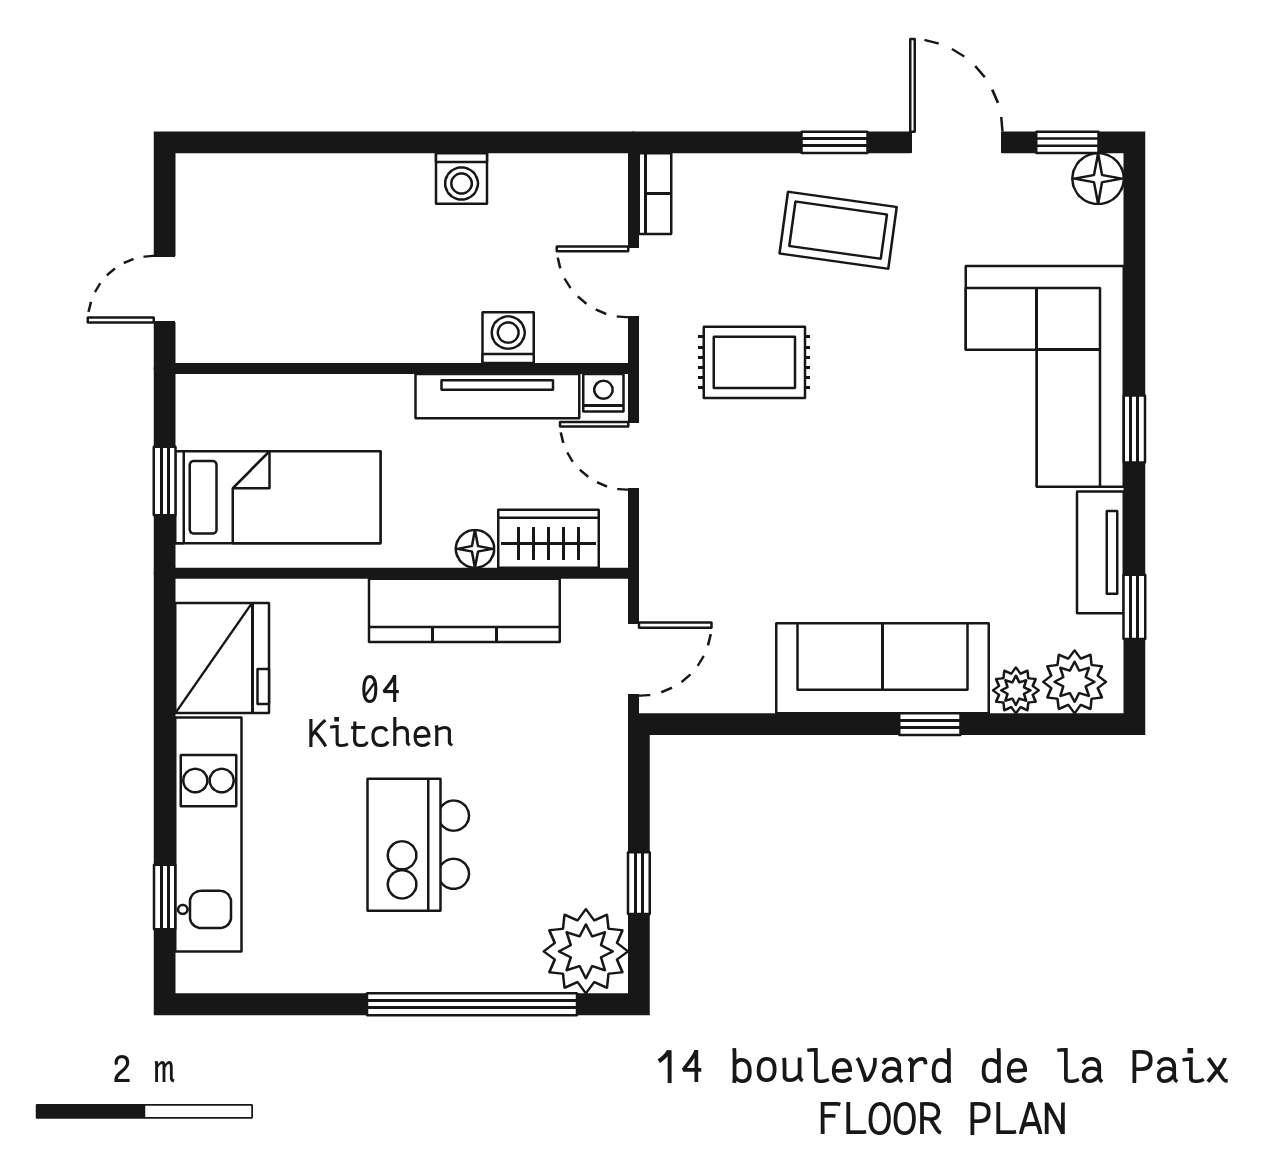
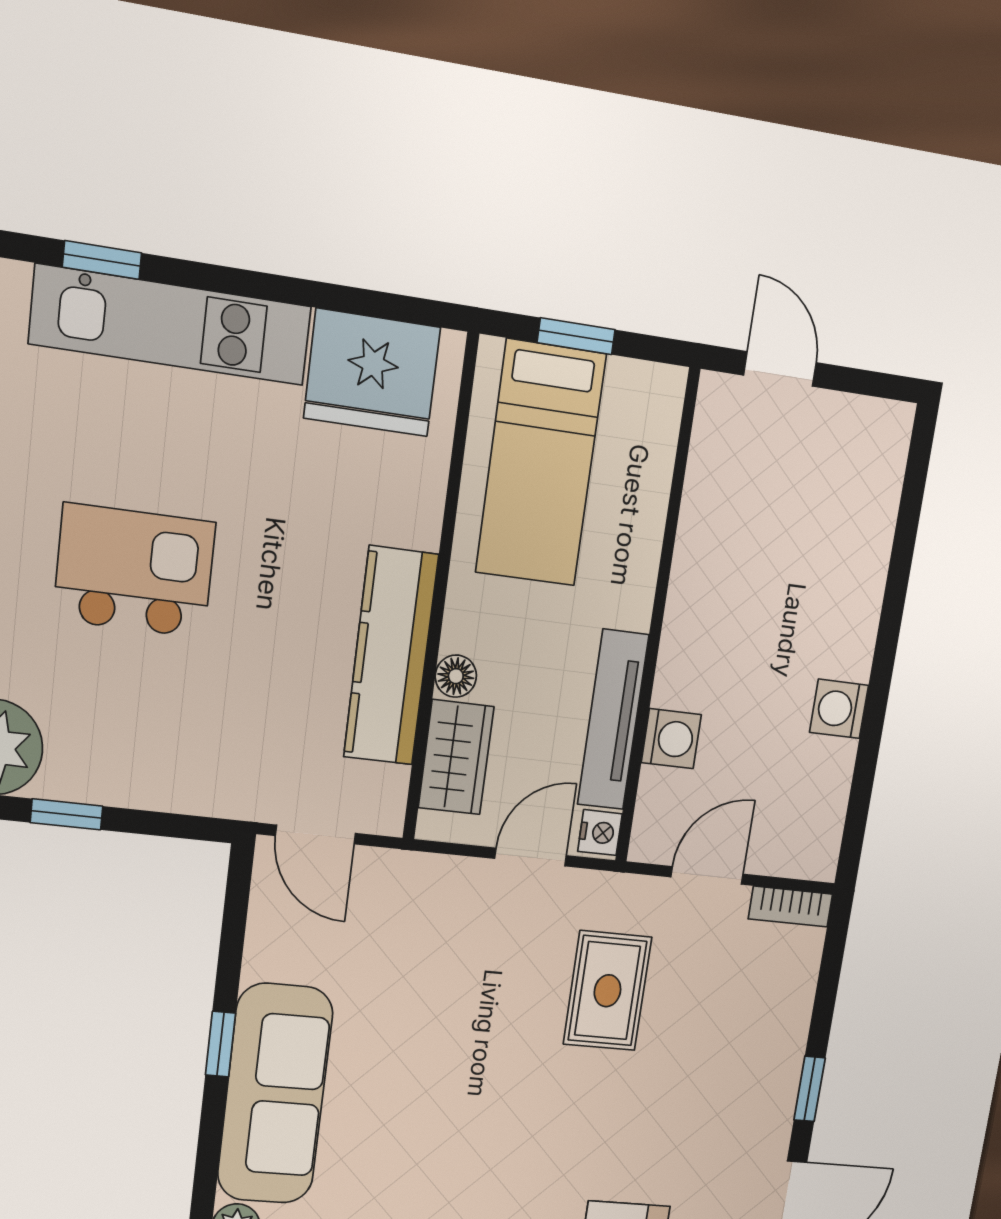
coffee table: (838, 230) -> (725, 1085), removed
window: (930, 724) -> (221, 1044), moved

